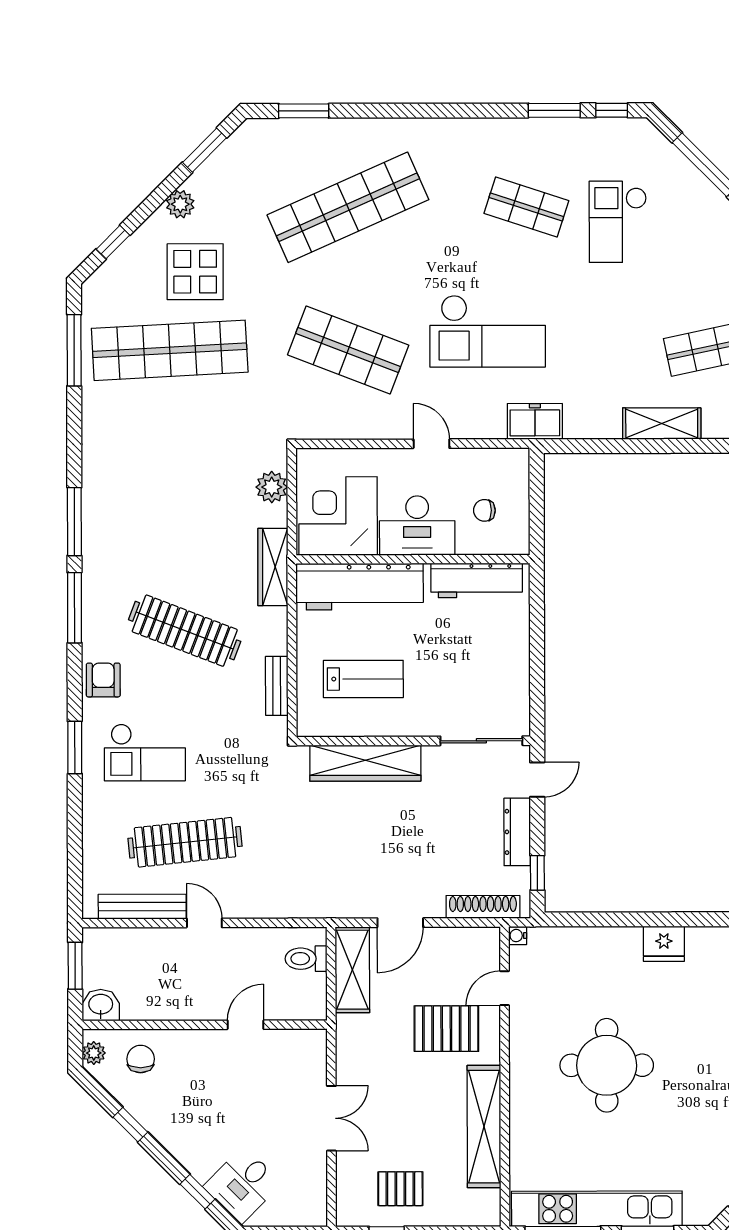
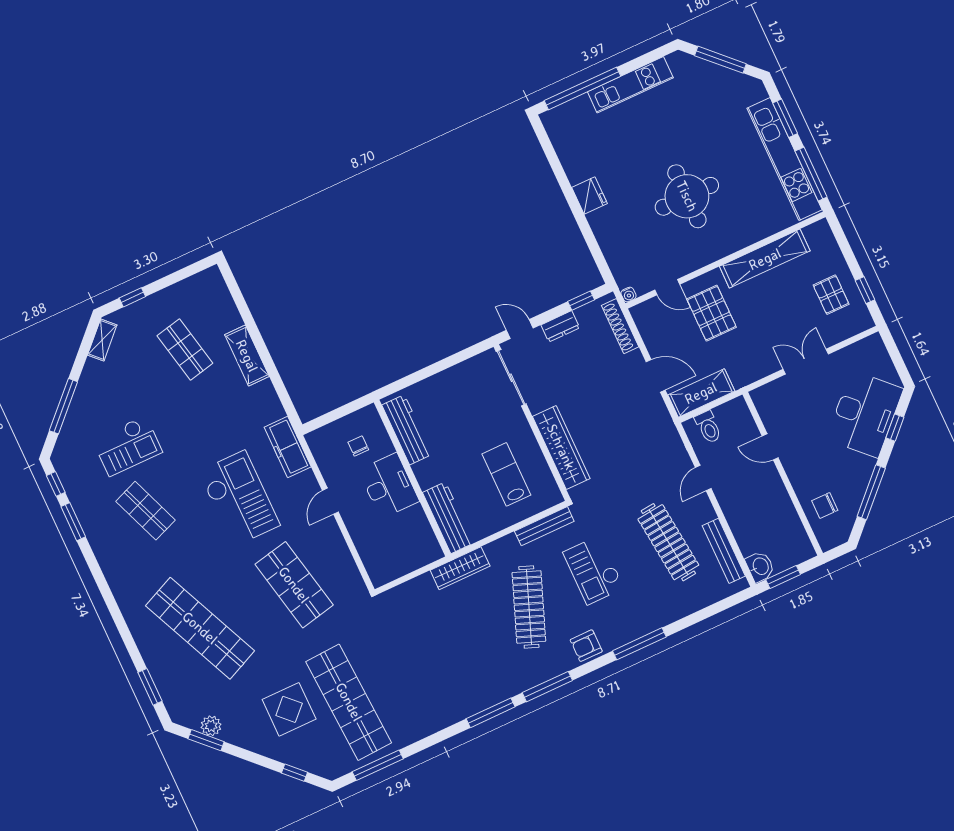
plant: (180, 204) -> (211, 726), moved
shop shelf: (526, 207) -> (146, 511), turned -39
shop shelf: (348, 350) -> (294, 585), turned -33
freezer: (535, 421) -> (288, 447), width x1.40
plant: (272, 487) -> (408, 593), removed
chair: (484, 510) -> (358, 446), turned 180
corner desk: (338, 516) -> (407, 541), removed
workbench: (360, 587) -> (448, 518), width x0.73, depth x0.76
bench: (277, 686) -> (544, 526), width x1.36
window: (75, 748) -> (639, 644), width x1.44
checkout: (145, 752) -> (594, 570), moved, turned 180
dresser: (517, 832) -> (560, 326), width x0.70
door: (204, 923) -> (703, 478), moved
washbasin: (101, 1005) -> (760, 566), moved, turned 180
plant: (94, 1053) -> (835, 538), removed
window: (130, 1125) -> (871, 492), width x2.17
desk: (242, 1185) -> (865, 414), width x1.87, depth x1.30

